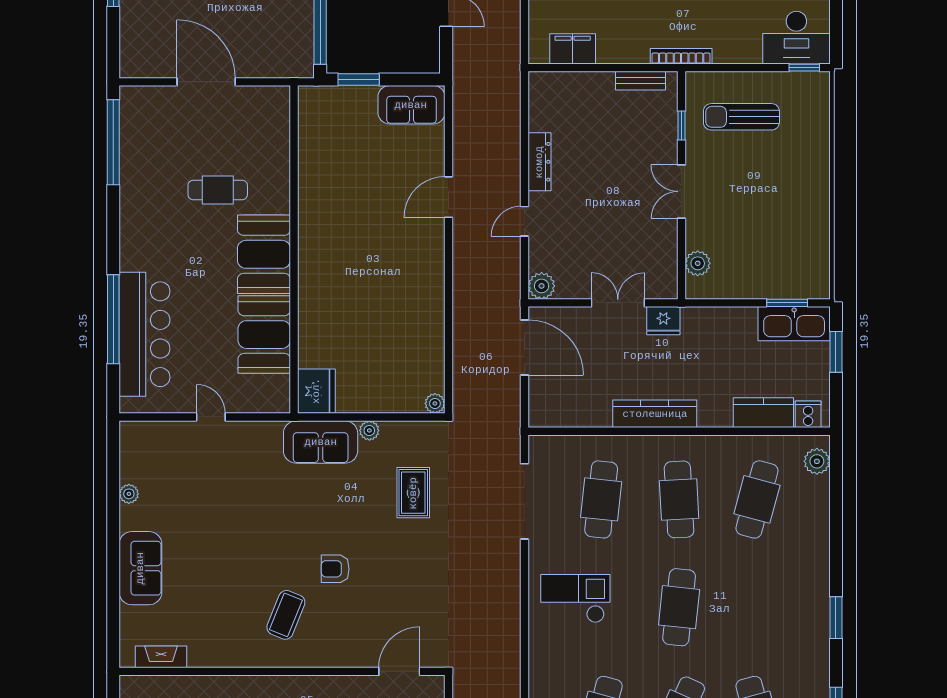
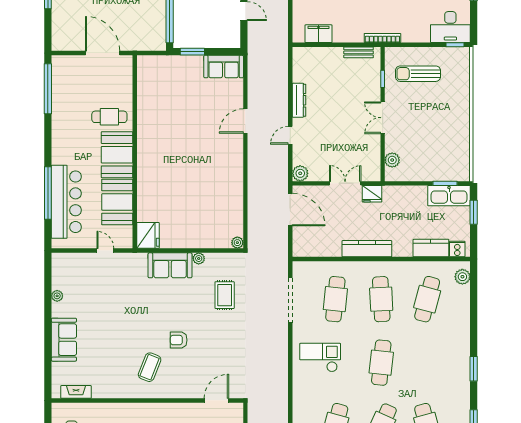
wall: (294, 249) -> (135, 152), moved
booth: (264, 254) -> (117, 155), moved
booth: (264, 335) -> (117, 202), moved
fridge: (316, 391) -> (148, 235), moved

